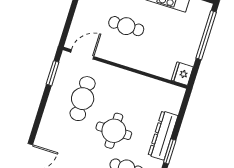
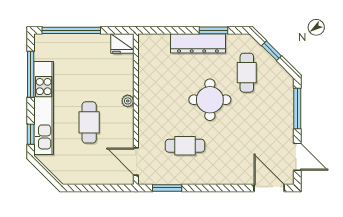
plant: (134, 63) -> (128, 101), added
cafe table: (83, 99) -> (185, 146), width x0.73, depth x0.74

